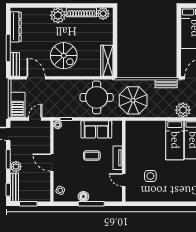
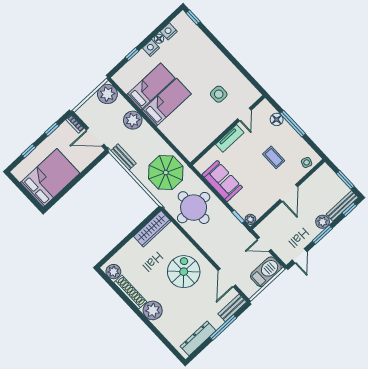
coffee table: (92, 156) -> (274, 157), moved
floor lamp: (83, 197) -> (277, 119), moved

